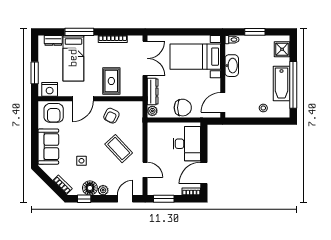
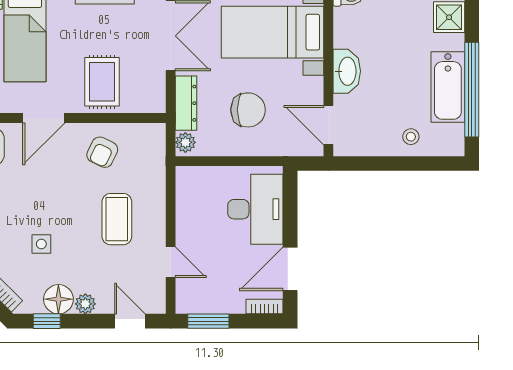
washbasin: (232, 66) -> (347, 71), moved
door: (223, 102) -> (328, 125), hinge flipped
chair: (183, 108) -> (248, 110), moved
coffee table: (119, 149) -> (117, 219), turned 43
door: (125, 199) -> (130, 321), hinge flipped

